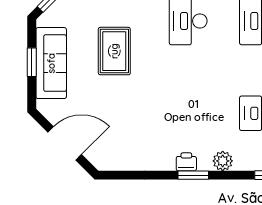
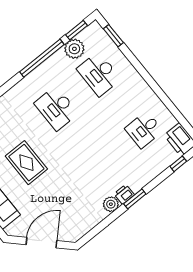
plant: (223, 161) -> (111, 204), moved

